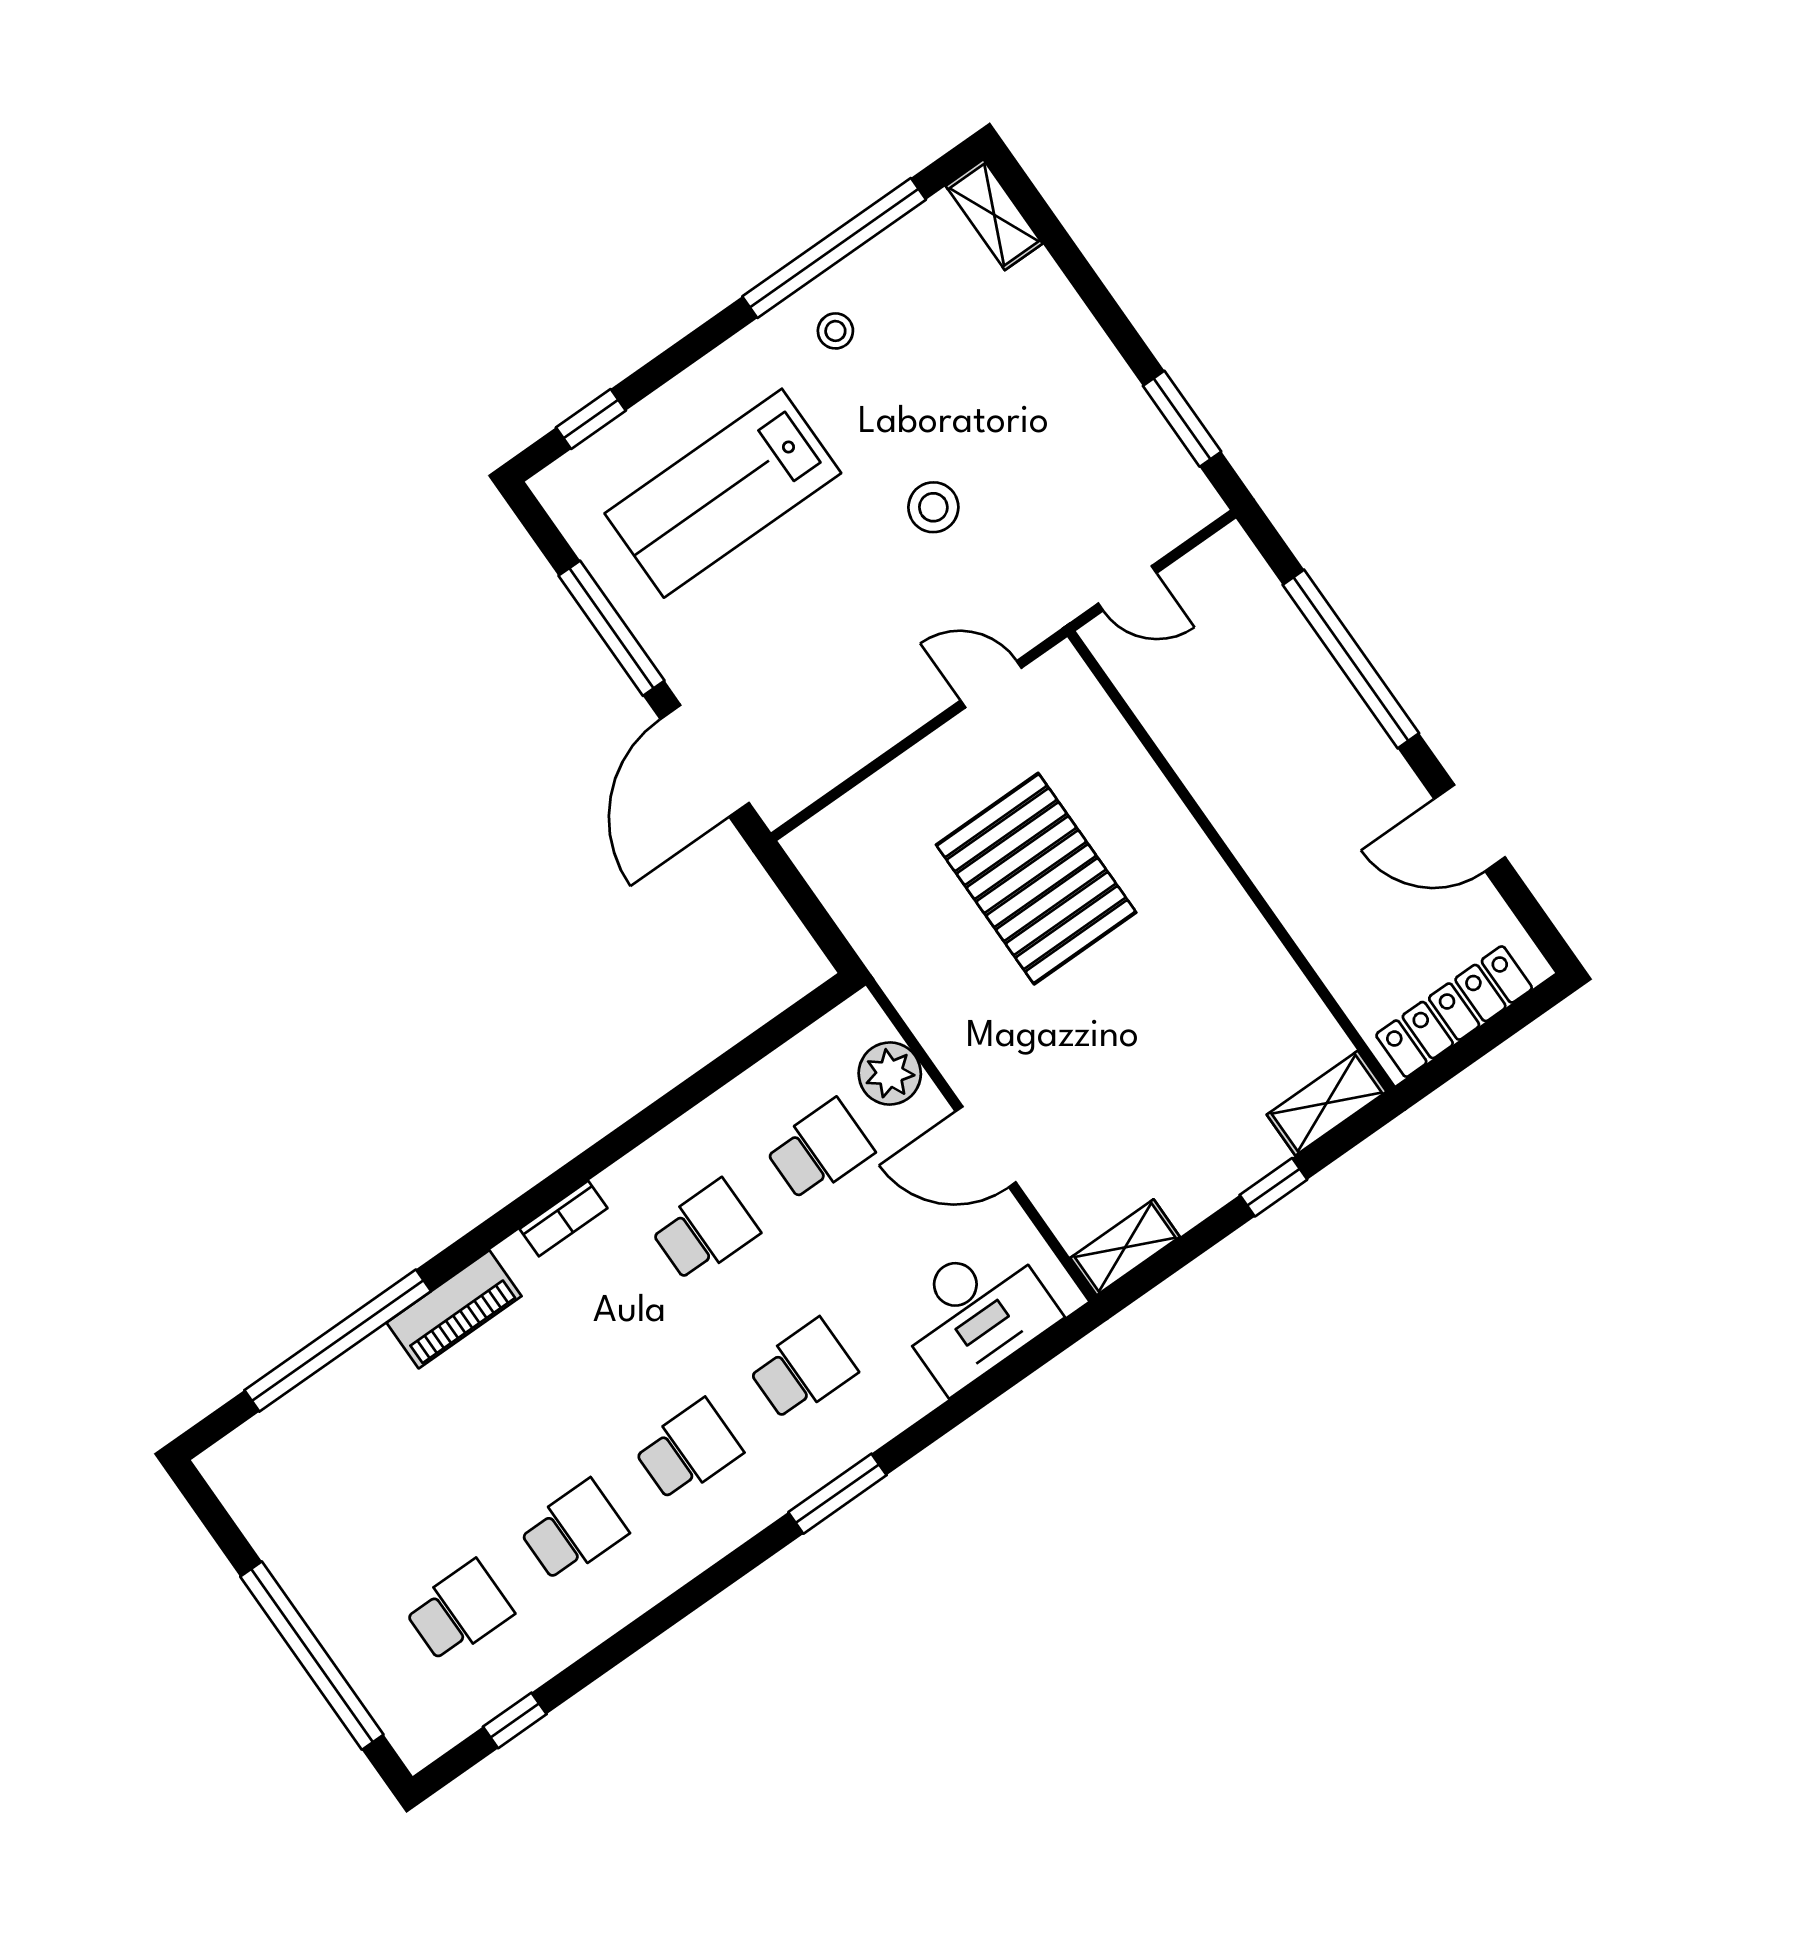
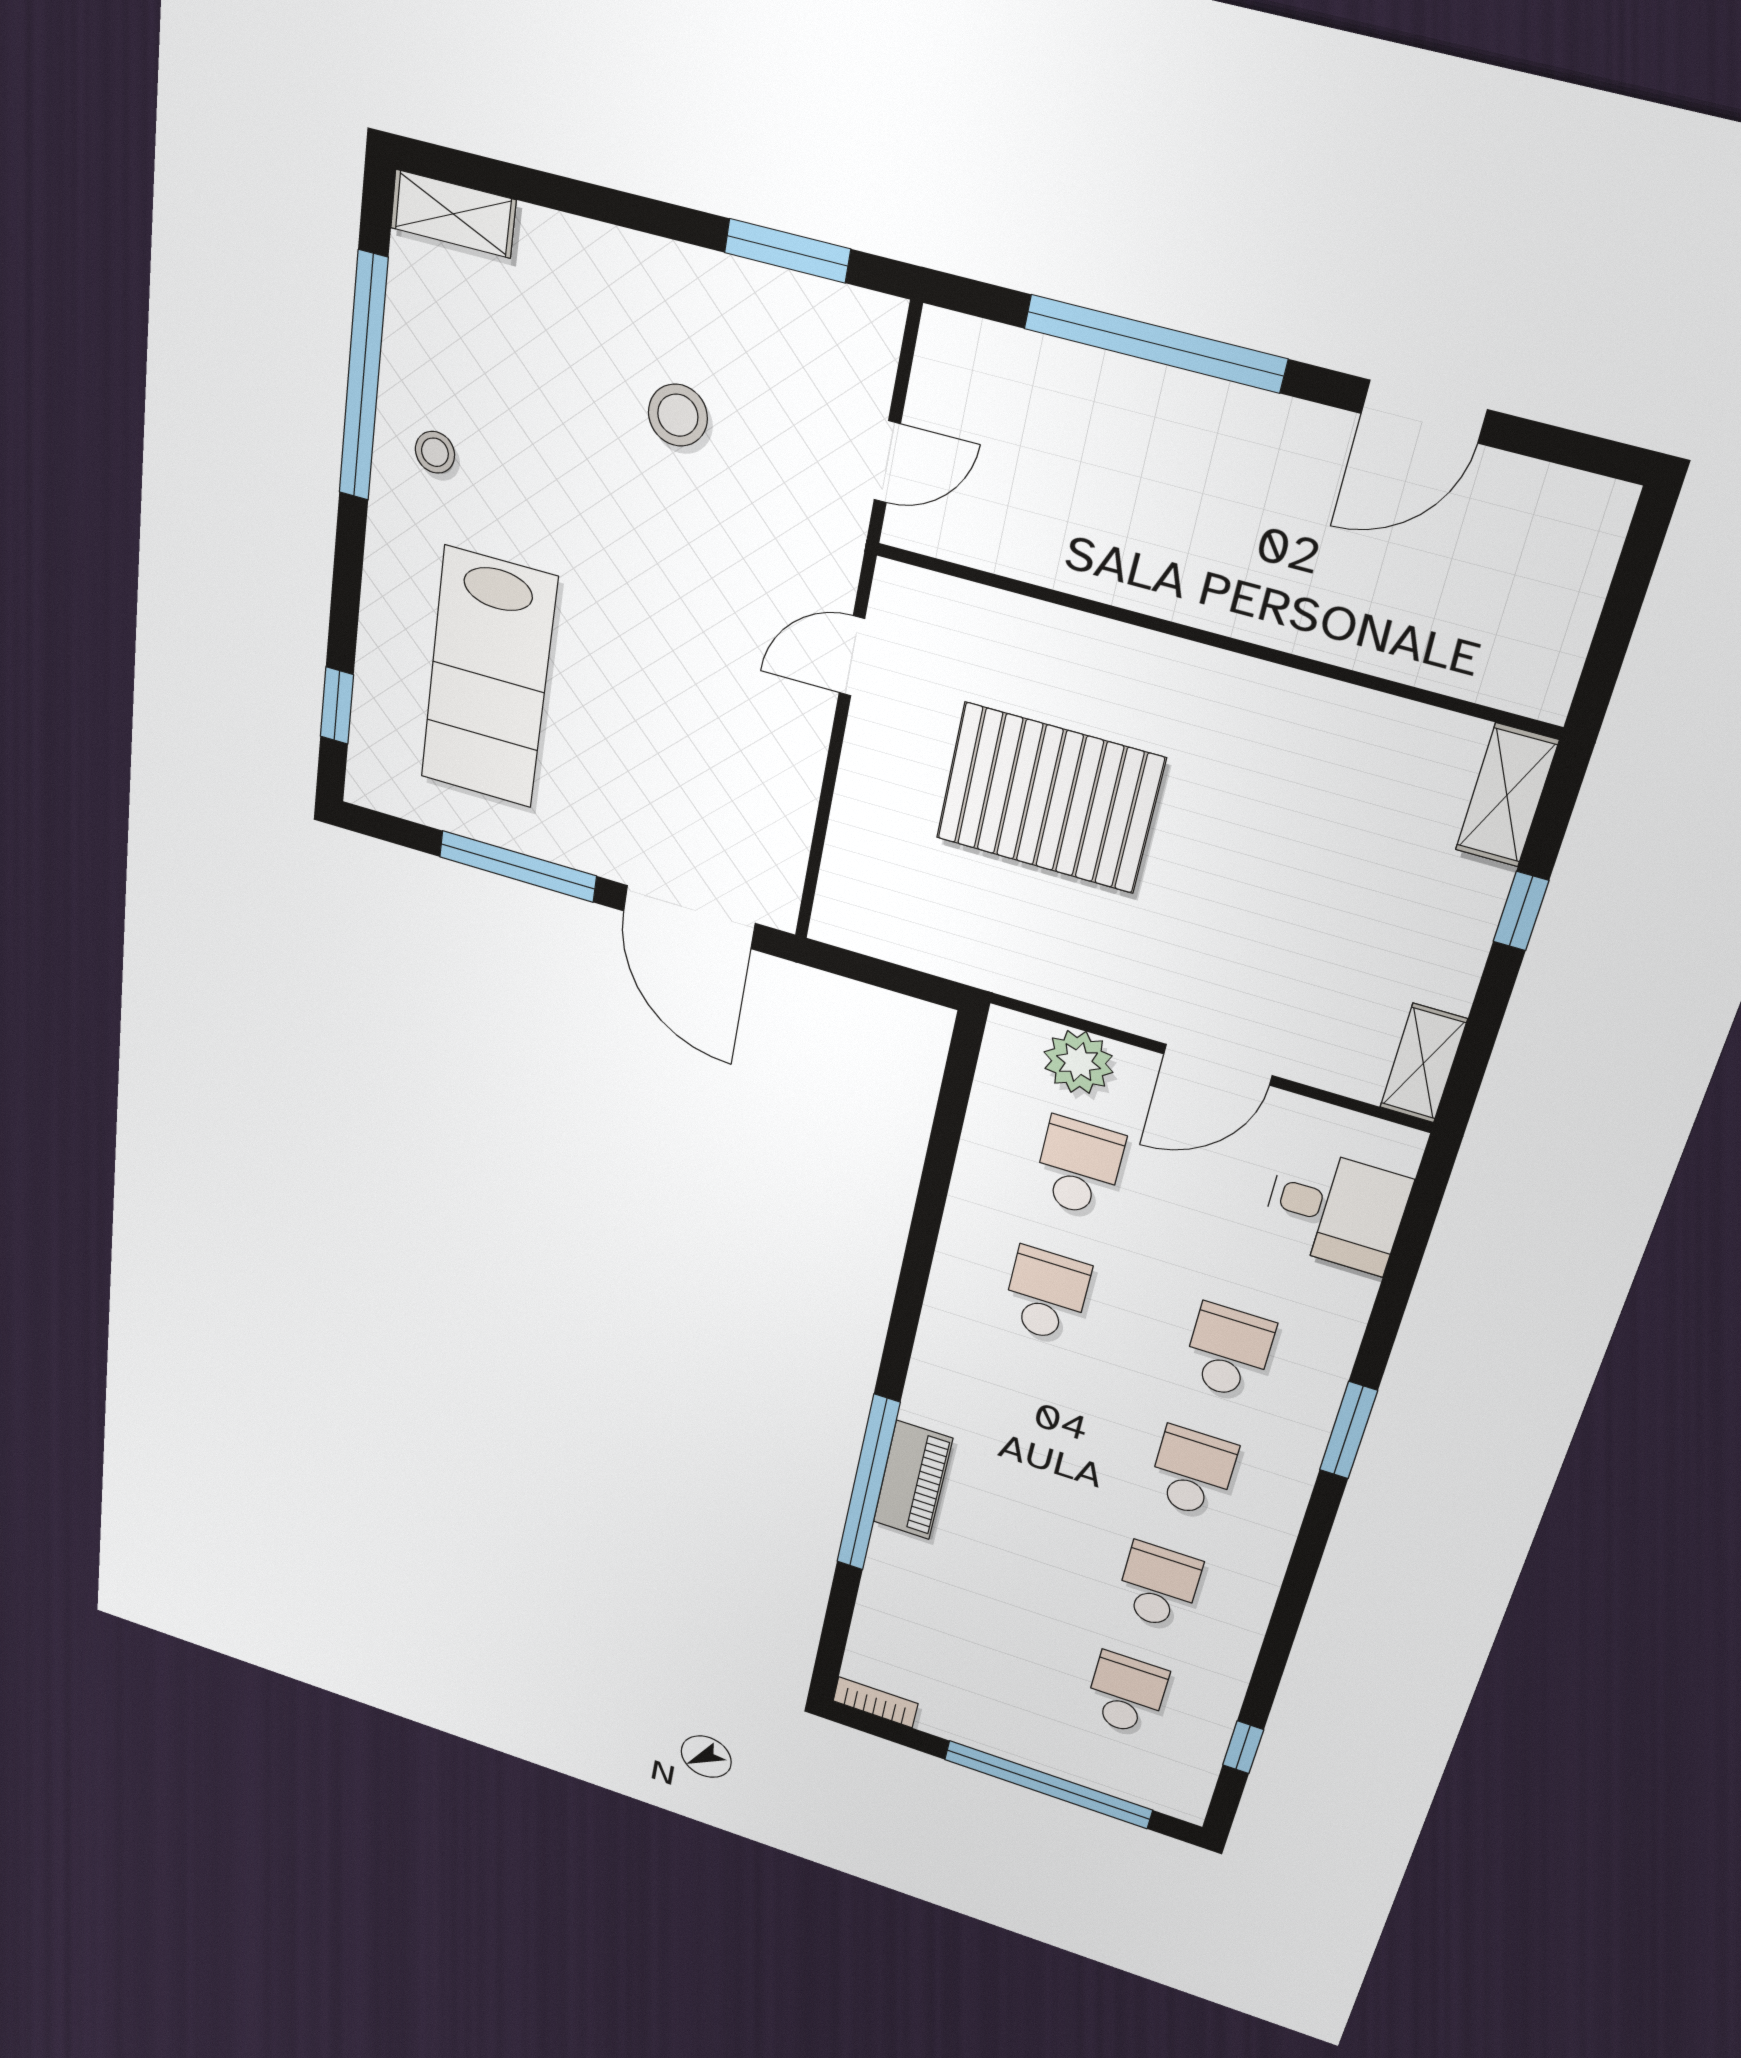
stool: (933, 507) -> (678, 415), moved
locker: (1454, 1012) -> (1564, 609), removed
bookcase: (563, 1219) -> (875, 1702), moved, turned -90
desk: (975, 1313) -> (1335, 1210), width x0.73
window: (338, 1341) -> (868, 1483), moved

